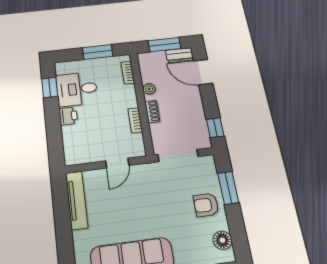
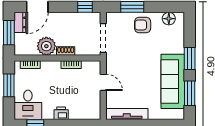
desk: (77, 89) -> (28, 105), moved
plant: (149, 89) -> (46, 46), width x1.88, depth x1.88
armchair: (206, 205) -> (143, 25), turned 90

